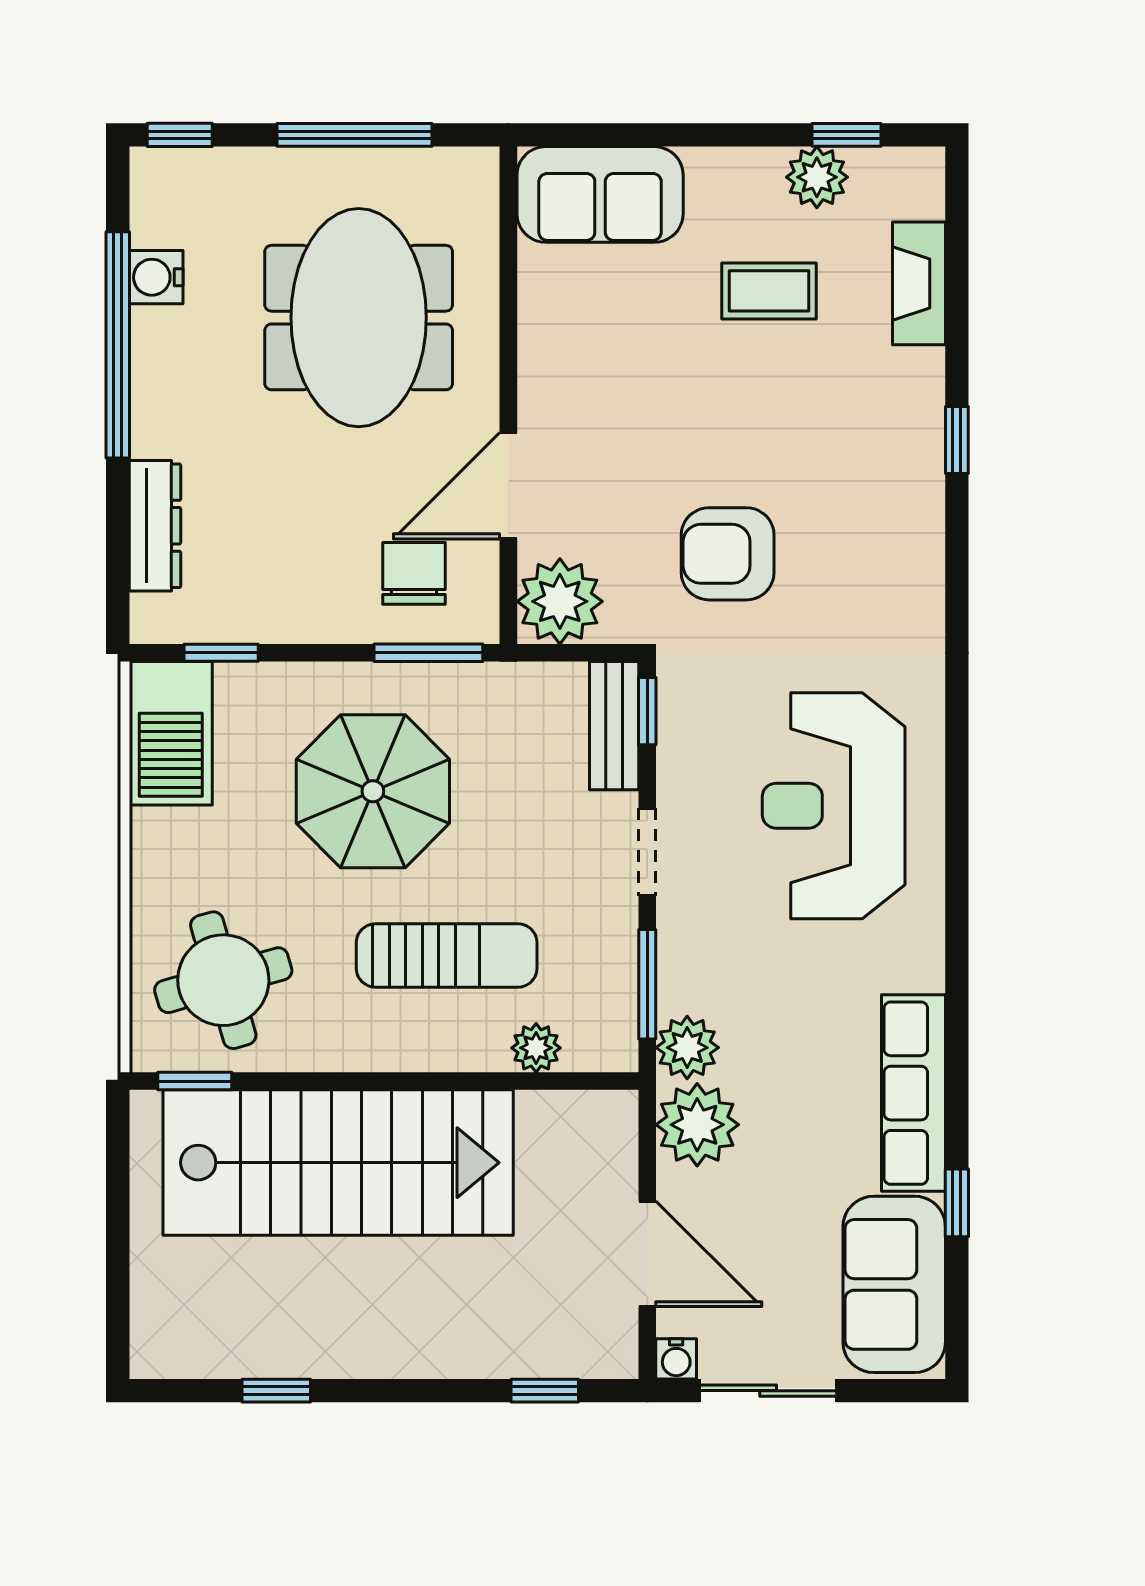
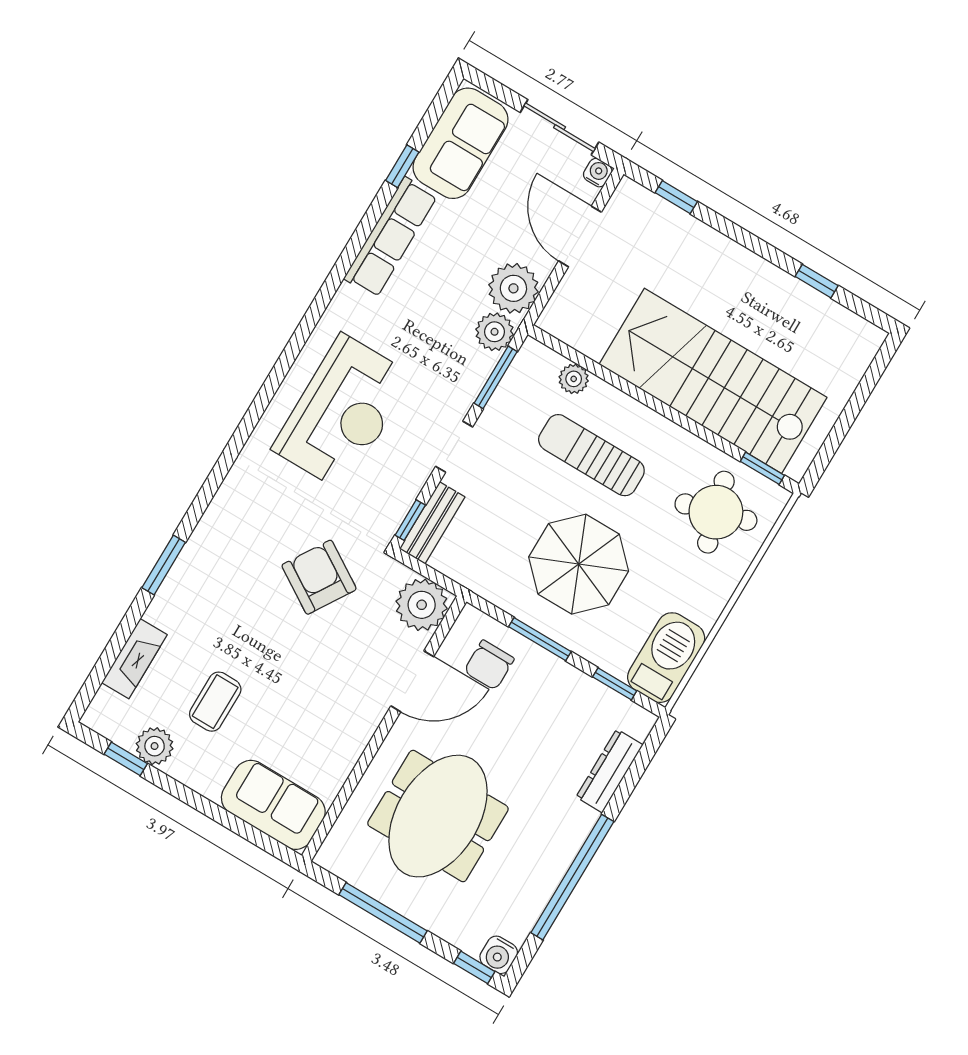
water cooler: (156, 277) -> (499, 955), moved, turned 90
coffee table: (769, 291) -> (215, 702), turned 90
window: (957, 440) -> (164, 565), width x1.50
armchair: (728, 554) -> (319, 577), turned -148
window: (428, 653) -> (540, 639), moved

